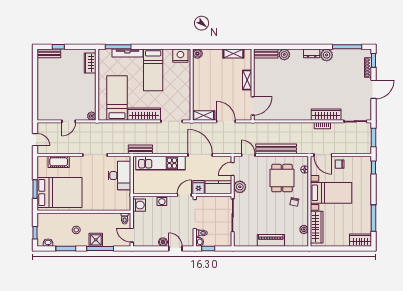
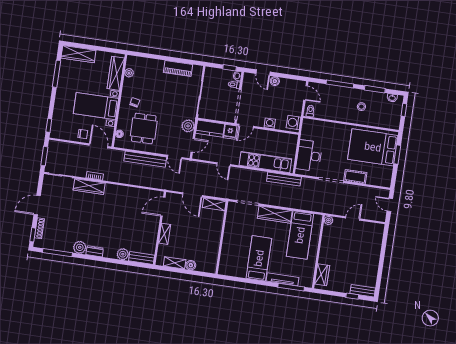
boiler: (197, 54) -> (191, 265), moved
nightstand: (180, 56) -> (229, 269), removed
bench: (140, 149) -> (284, 179), width x1.36
door: (200, 155) -> (224, 164), width x0.53
cot: (59, 162) -> (355, 177), moved
shower: (96, 240) -> (343, 94), removed
piano: (271, 240) -> (178, 69), moved
wardrobe: (361, 240) -> (78, 54), width x1.50

